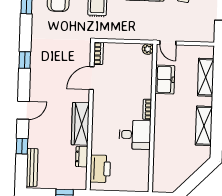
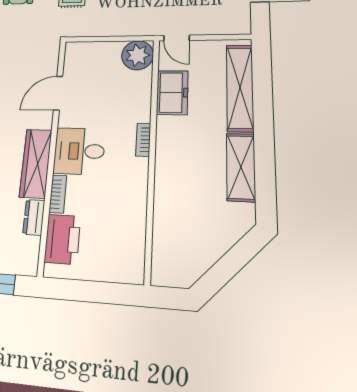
plant: (148, 49) -> (137, 55), width x1.87, depth x1.87
bookcase: (99, 53) -> (58, 194), moved
shelving: (206, 77) -> (240, 87), width x1.47
desk: (135, 135) -> (79, 151), moved, turned 180

